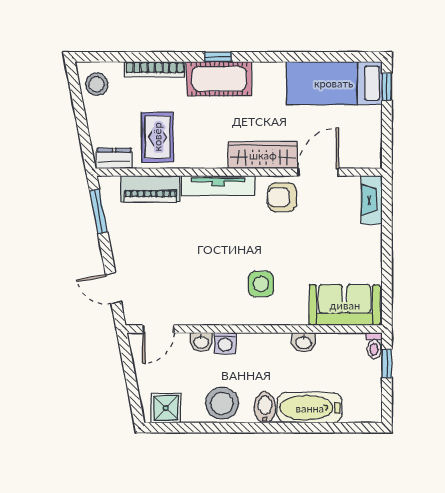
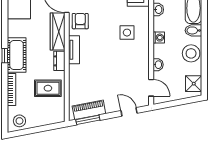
dresser: (114, 158) -> (59, 61), moved
tv unit: (218, 186) -> (74, 50), width x0.71
piano: (150, 189) -> (89, 110), moved, turned -101
armchair: (282, 197) -> (80, 21), turned 180
door: (113, 288) -> (129, 112), swing flipped
washing machine: (225, 343) -> (159, 38), moved

